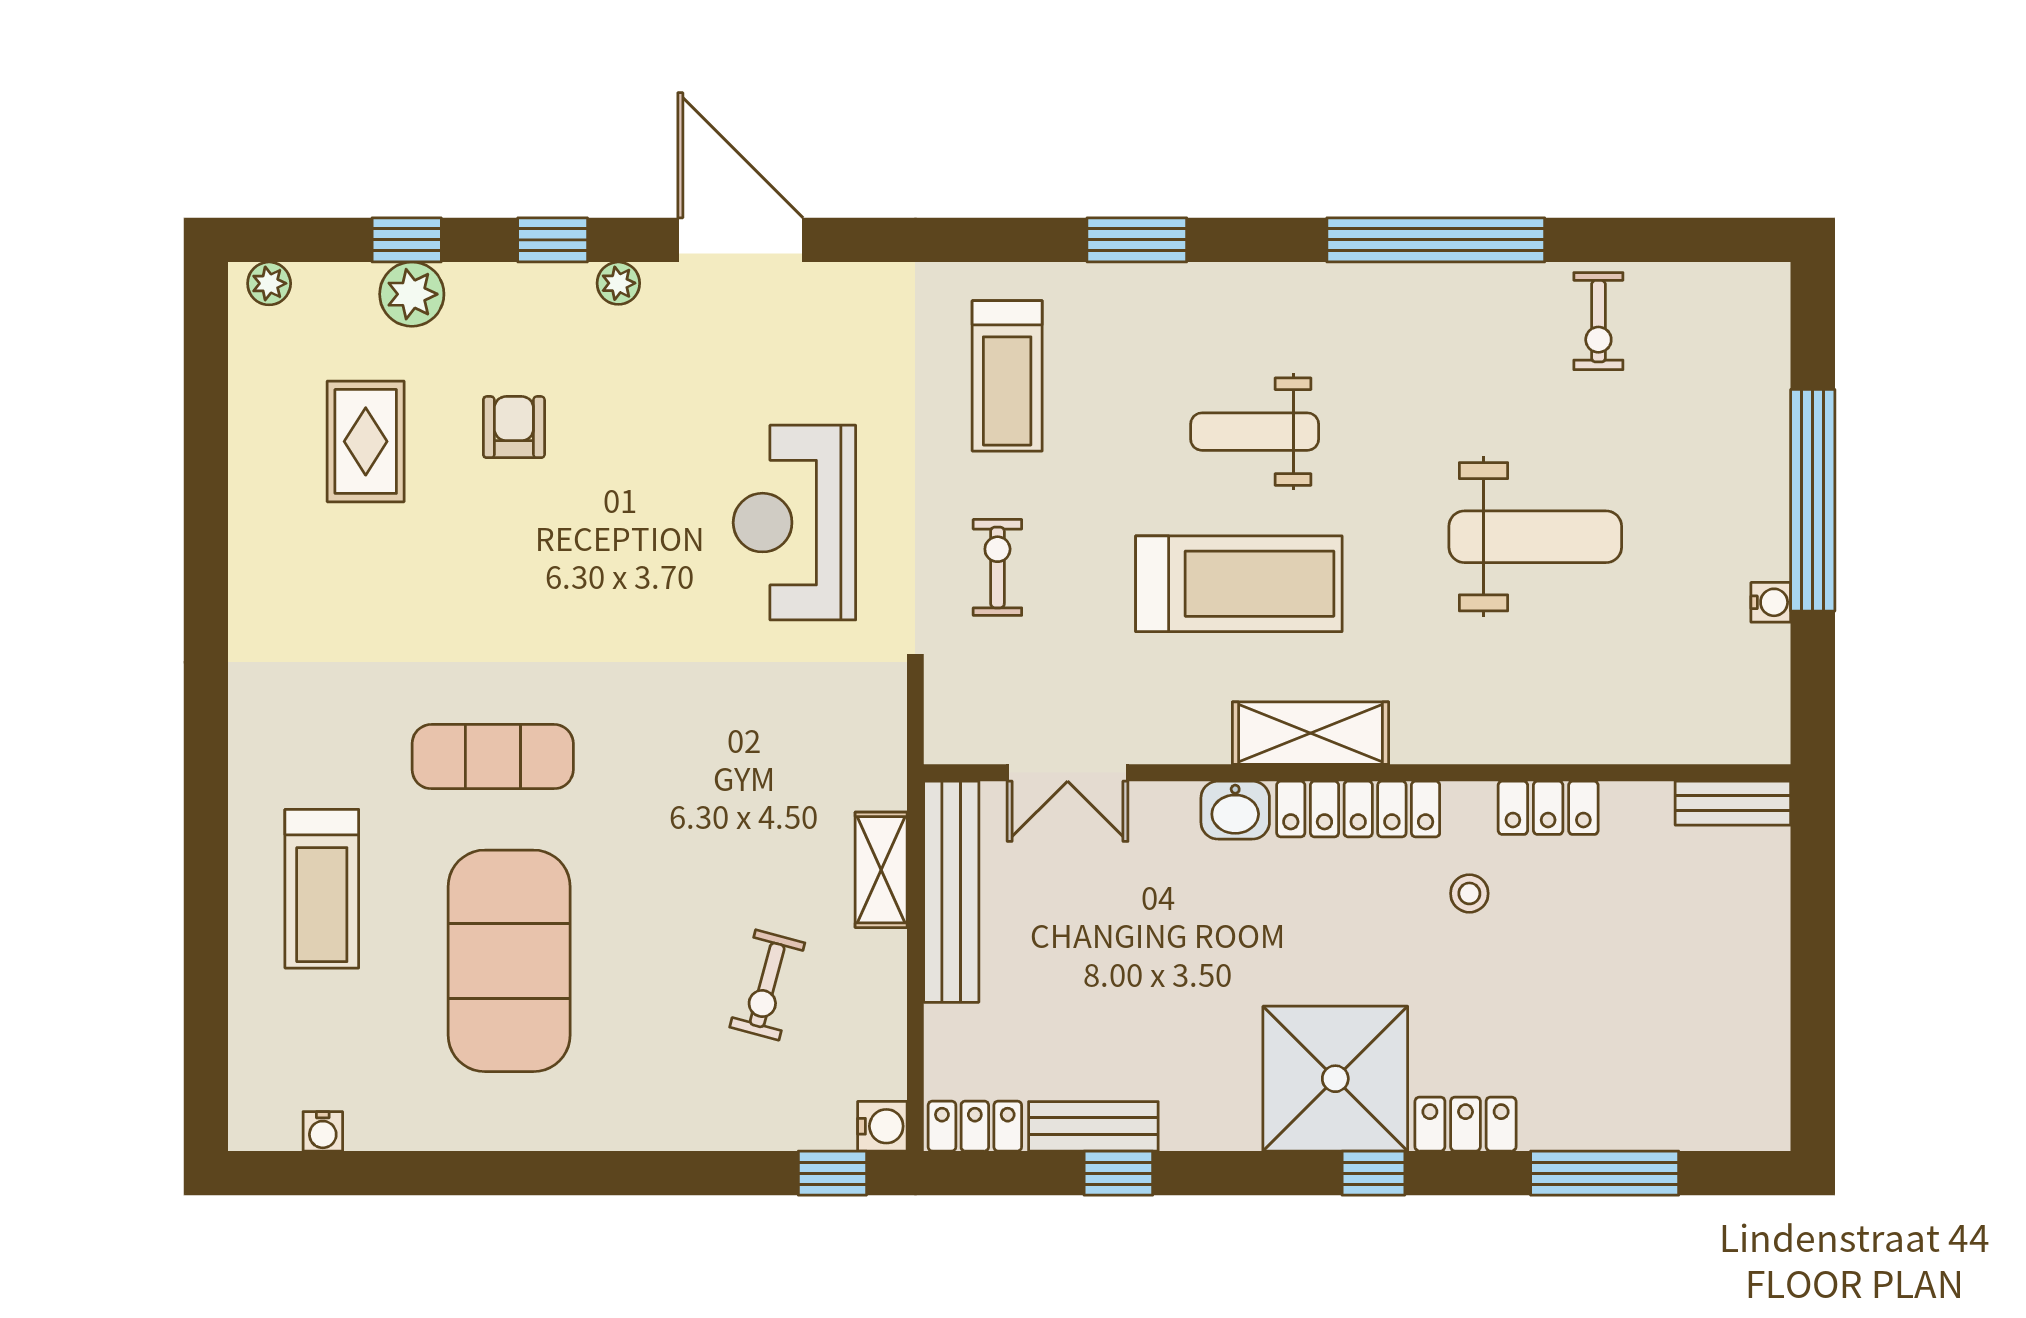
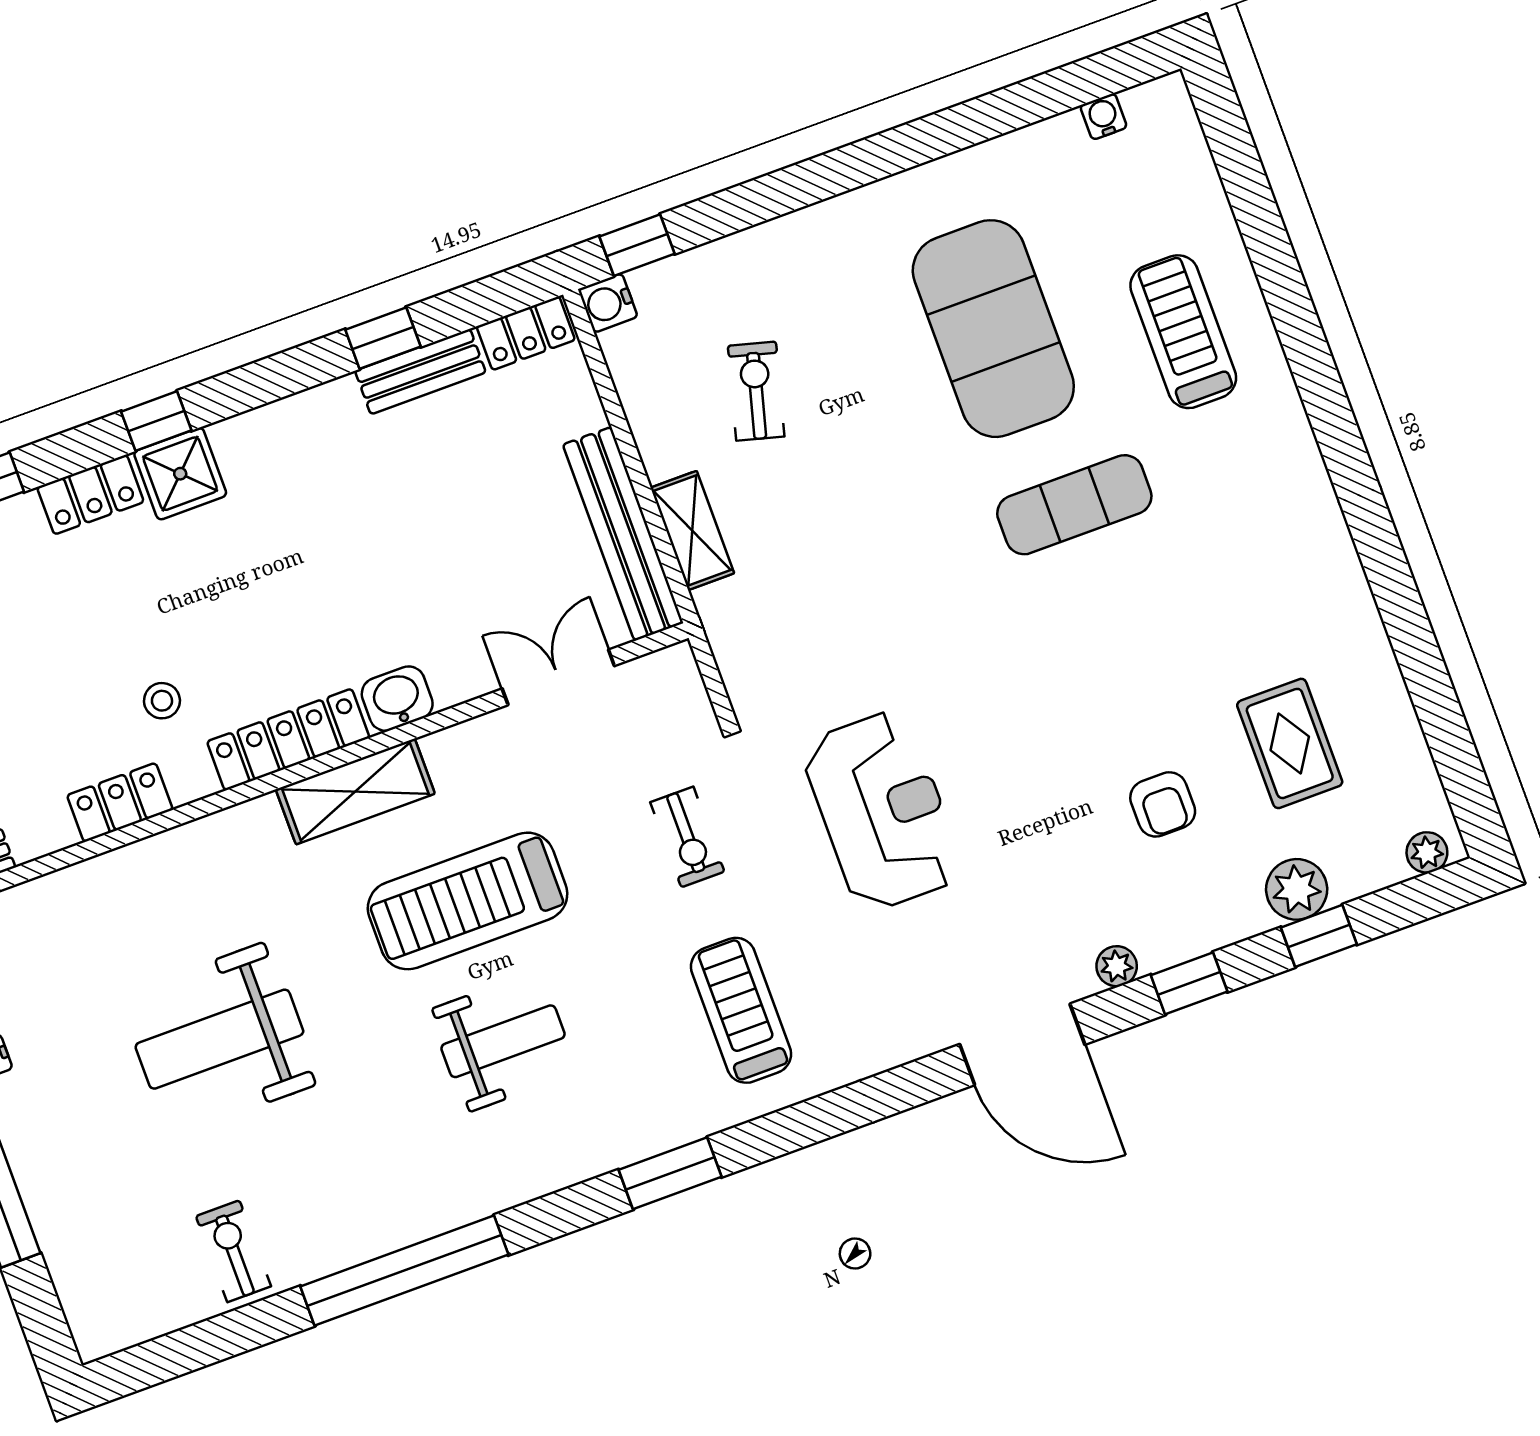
shower: (1335, 1079) -> (180, 474), width x0.54, depth x0.54

